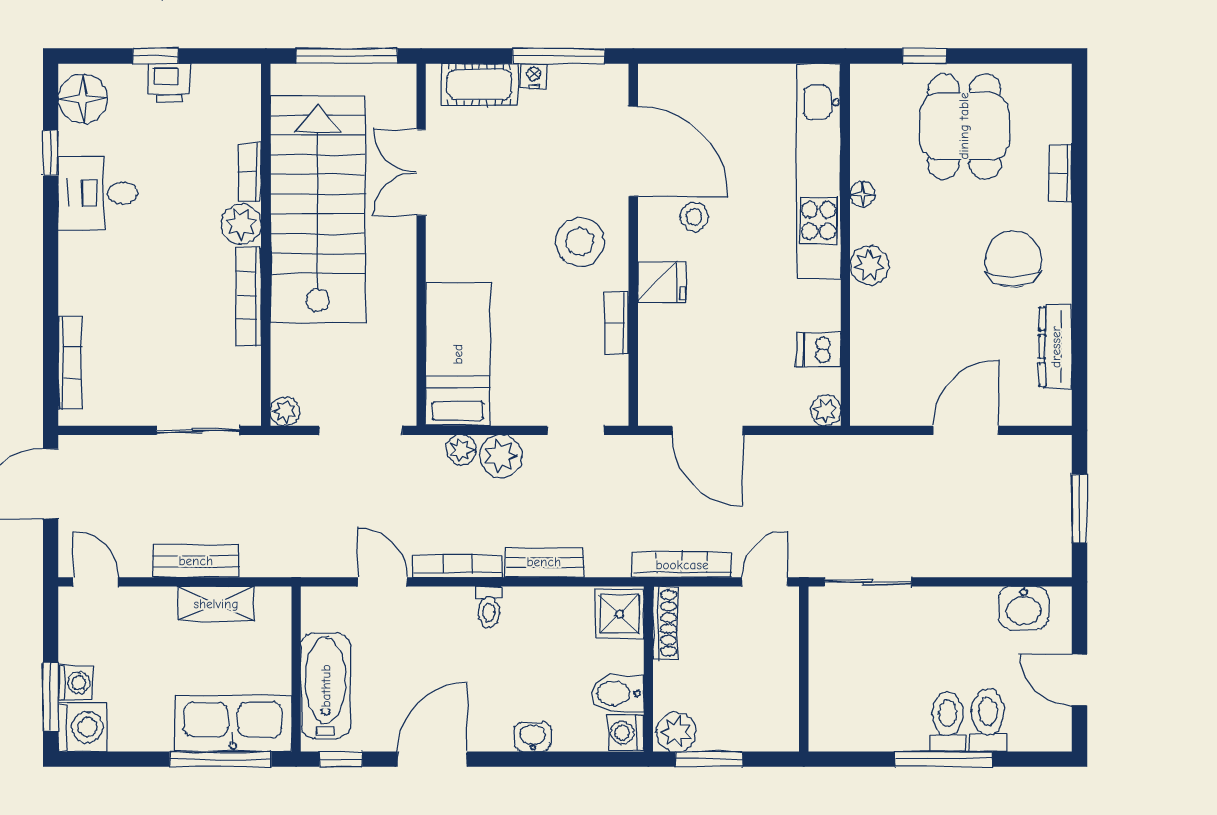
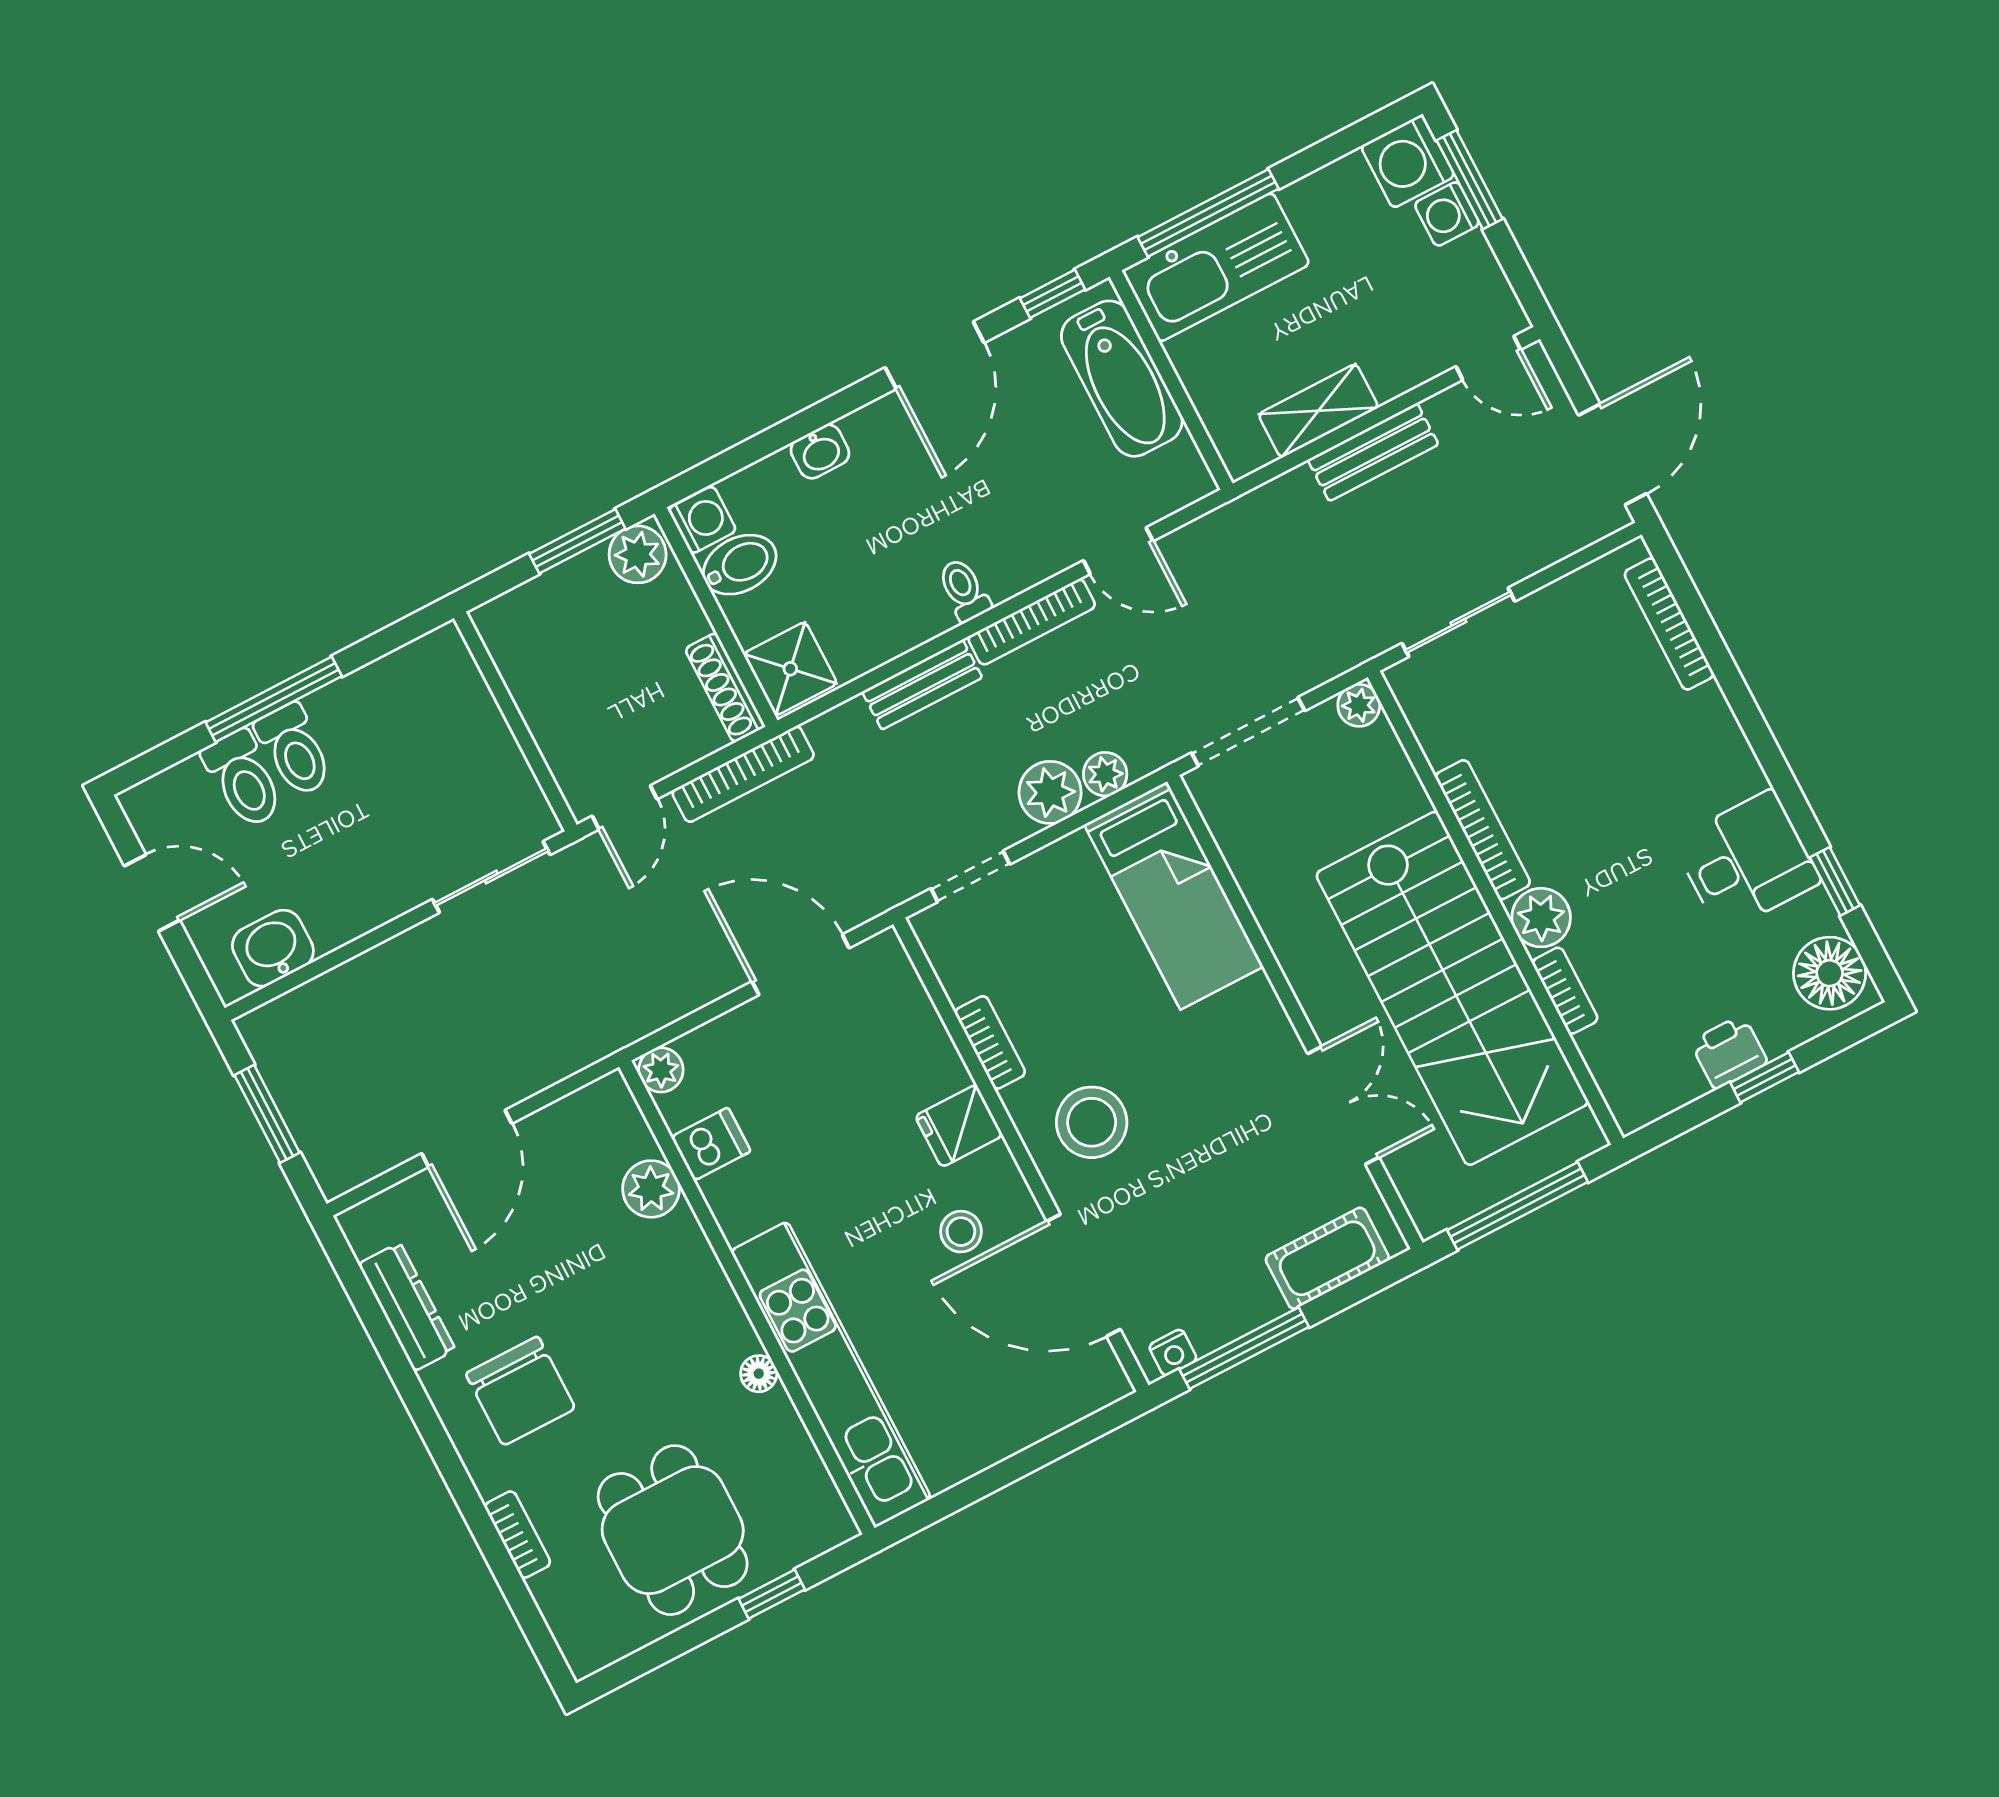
nightstand: (534, 76) -> (1173, 1353), moved
plant: (869, 265) -> (651, 1189), moved

